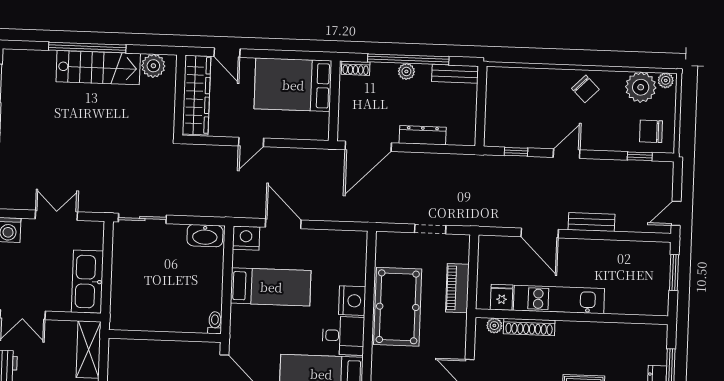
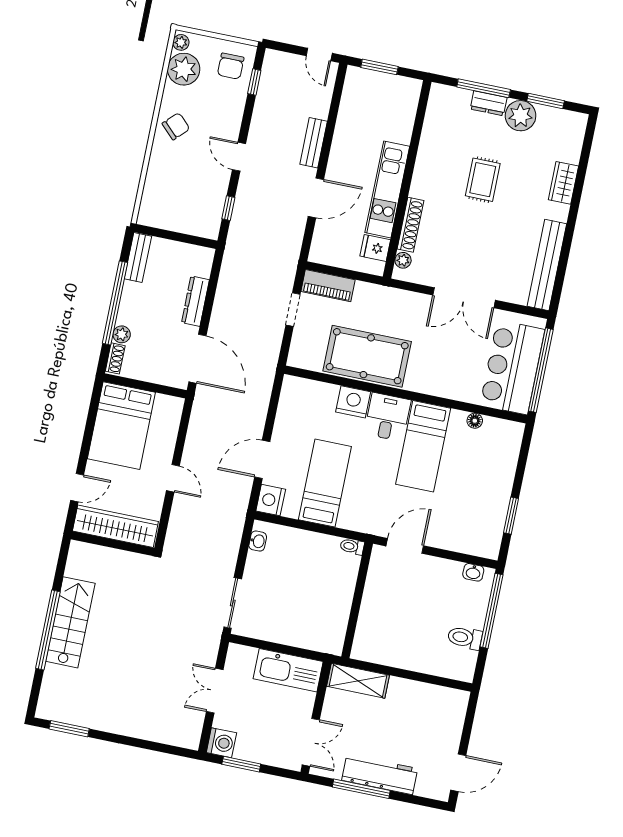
plant: (153, 66) -> (78, 565), removed
plant: (406, 71) -> (122, 334), moved
washbasin: (205, 236) -> (258, 541), width x0.52, depth x0.69
piano: (457, 288) -> (328, 286), moved

